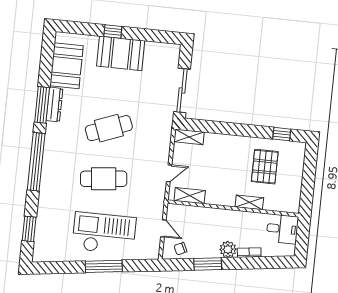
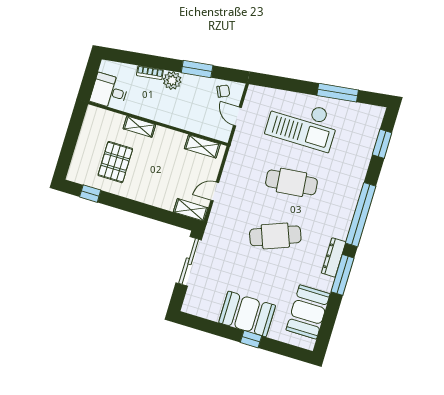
dresser: (55, 105) -> (334, 257), moved
door: (169, 173) -> (215, 191), moved
window: (104, 266) -> (338, 93), moved

